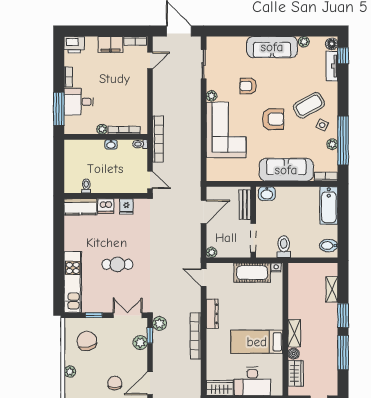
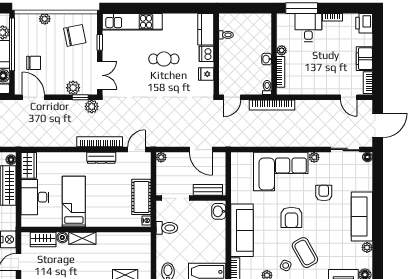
floor lamp: (211, 41) -> (367, 157), added
cafe table: (117, 264) -> (164, 59), moved, turned 90
bookcase: (196, 336) -> (100, 142), moved

